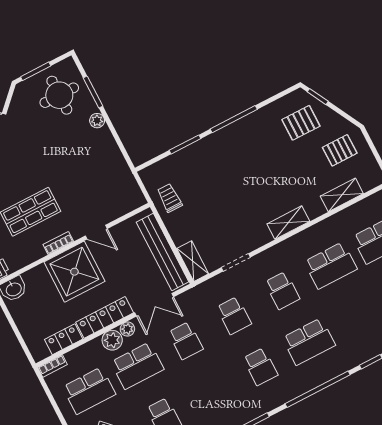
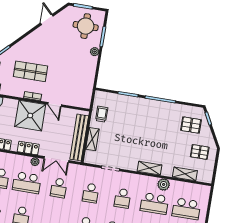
shelving: (193, 261) -> (92, 139), moved
locker: (105, 317) -> (28, 148), width x0.66
plant: (112, 340) -> (164, 184), moved

